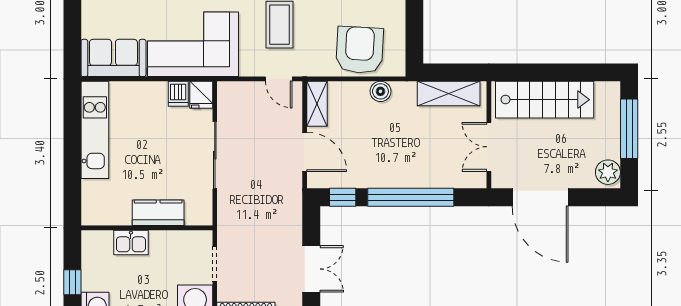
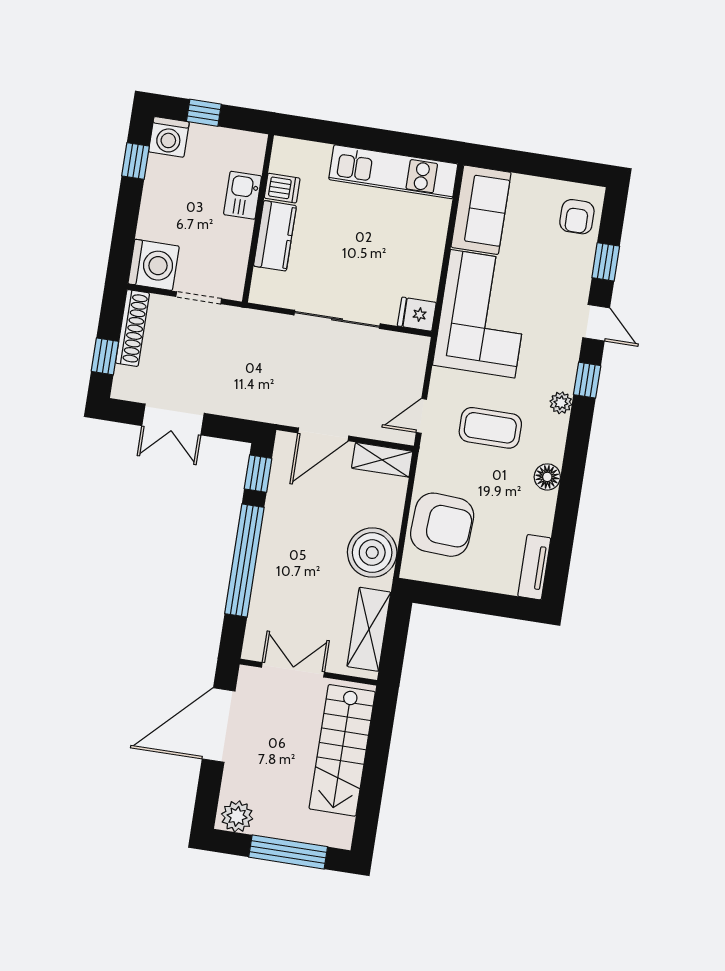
boiler: (380, 91) -> (372, 553), width x1.86, depth x1.86
dishwasher: (178, 94) -> (282, 188), moved, turned 180

